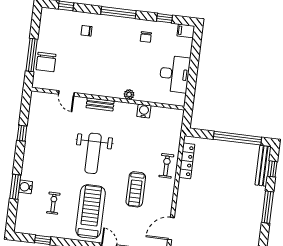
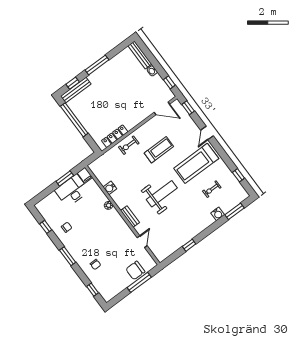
window: (118, 12) -> (68, 256), width x0.69
filing cabinet: (186, 31) -> (85, 175), moved
chair: (46, 62) -> (135, 270), turned 180
window: (192, 78) -> (65, 178), added
window: (15, 187) -> (234, 211), moved

